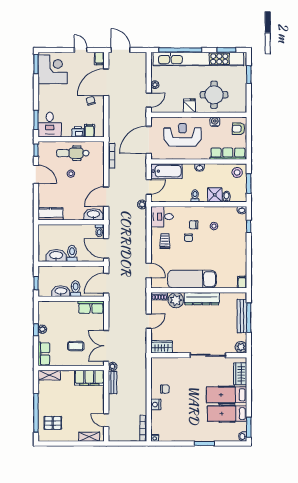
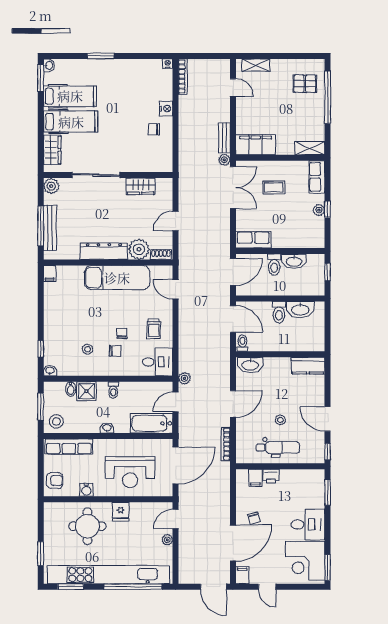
desk: (50, 125) -> (308, 524), moved, turned 90
door: (106, 197) -> (233, 404), moved
wardrobe: (162, 347) -> (141, 186), moved

